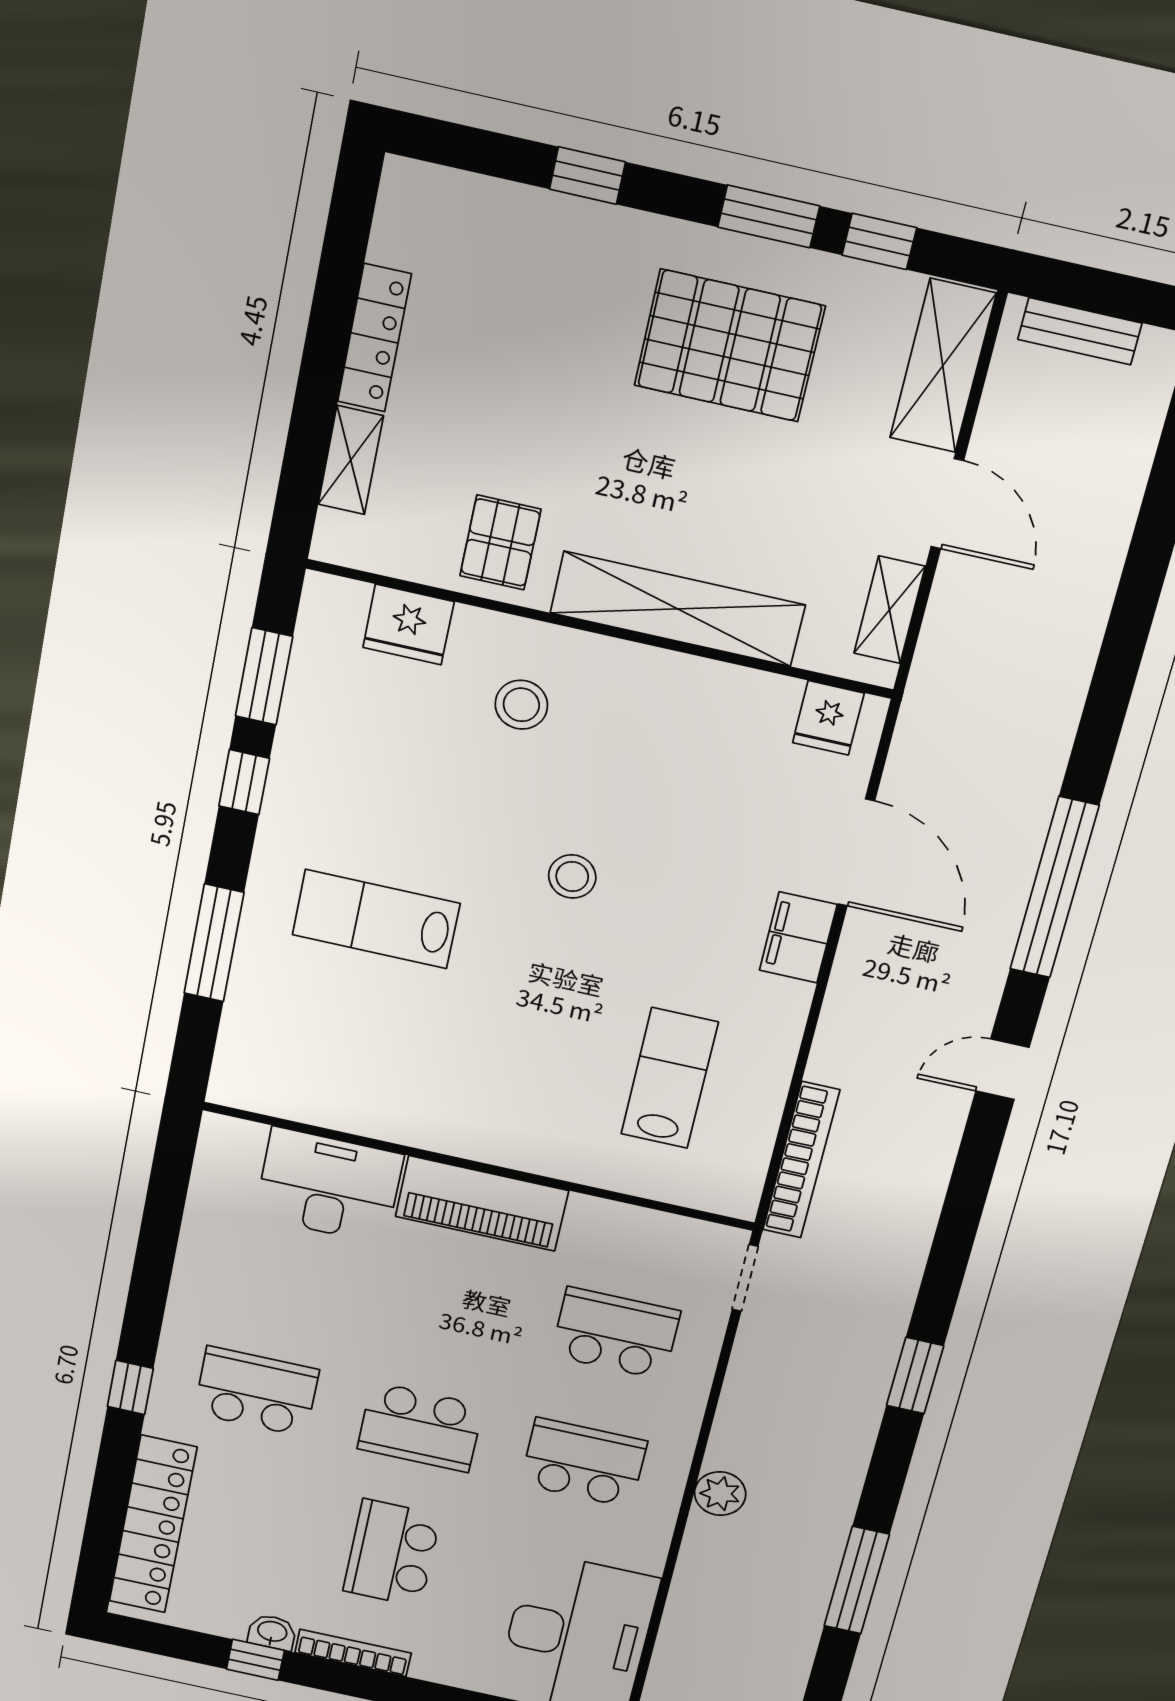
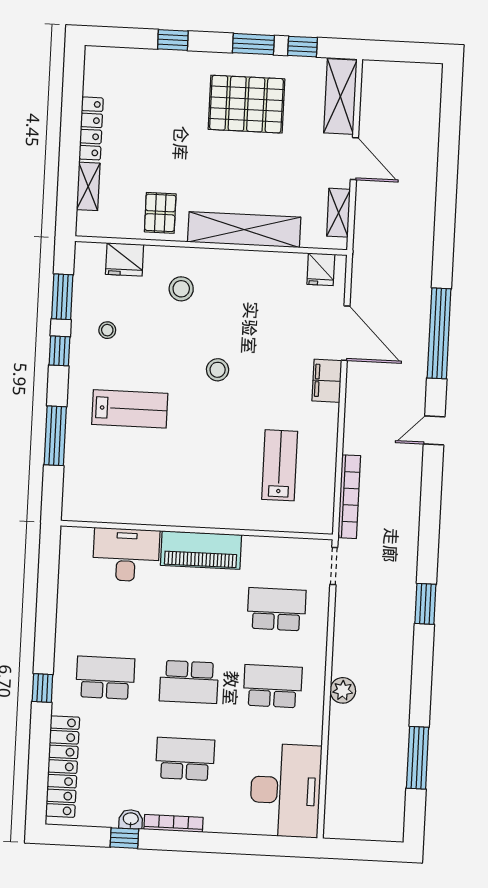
bench: (1080, 331) -> (396, 71), removed
stool: (351, 759) -> (107, 330), added
lab bench: (376, 919) -> (130, 409), turned 180
school desk: (392, 1553) -> (185, 759), turned 90
window: (857, 1580) -> (418, 758), moved

